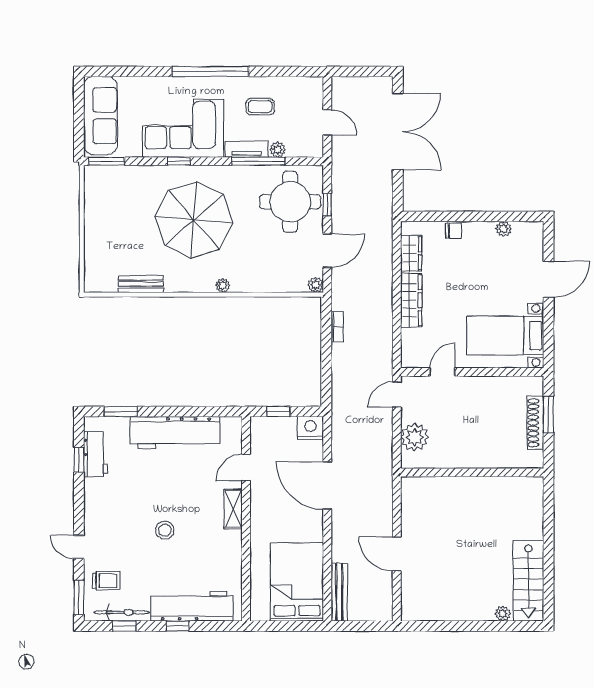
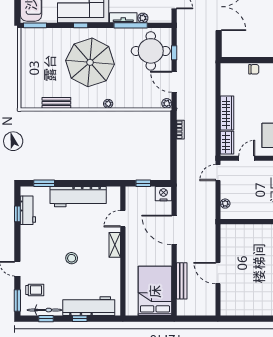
door: (327, 251) -> (174, 82), swing flipped
wardrobe: (411, 253) -> (227, 143), moved
plant: (415, 437) -> (225, 204), width x0.53, depth x0.53
bench: (339, 592) -> (182, 281), moved

